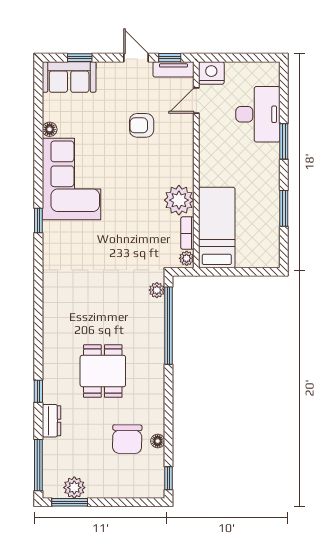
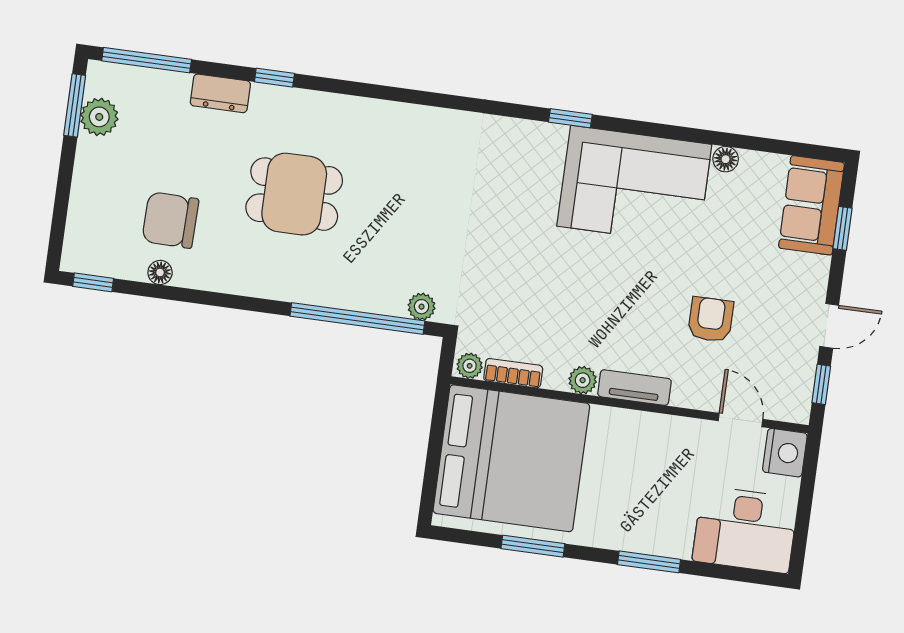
tv unit: (173, 69) -> (634, 388), moved, turned 90
desk: (258, 114) -> (745, 529), moved
plant: (179, 200) -> (583, 380), width x0.53, depth x0.53
bed: (217, 227) -> (511, 458), width x2.04

